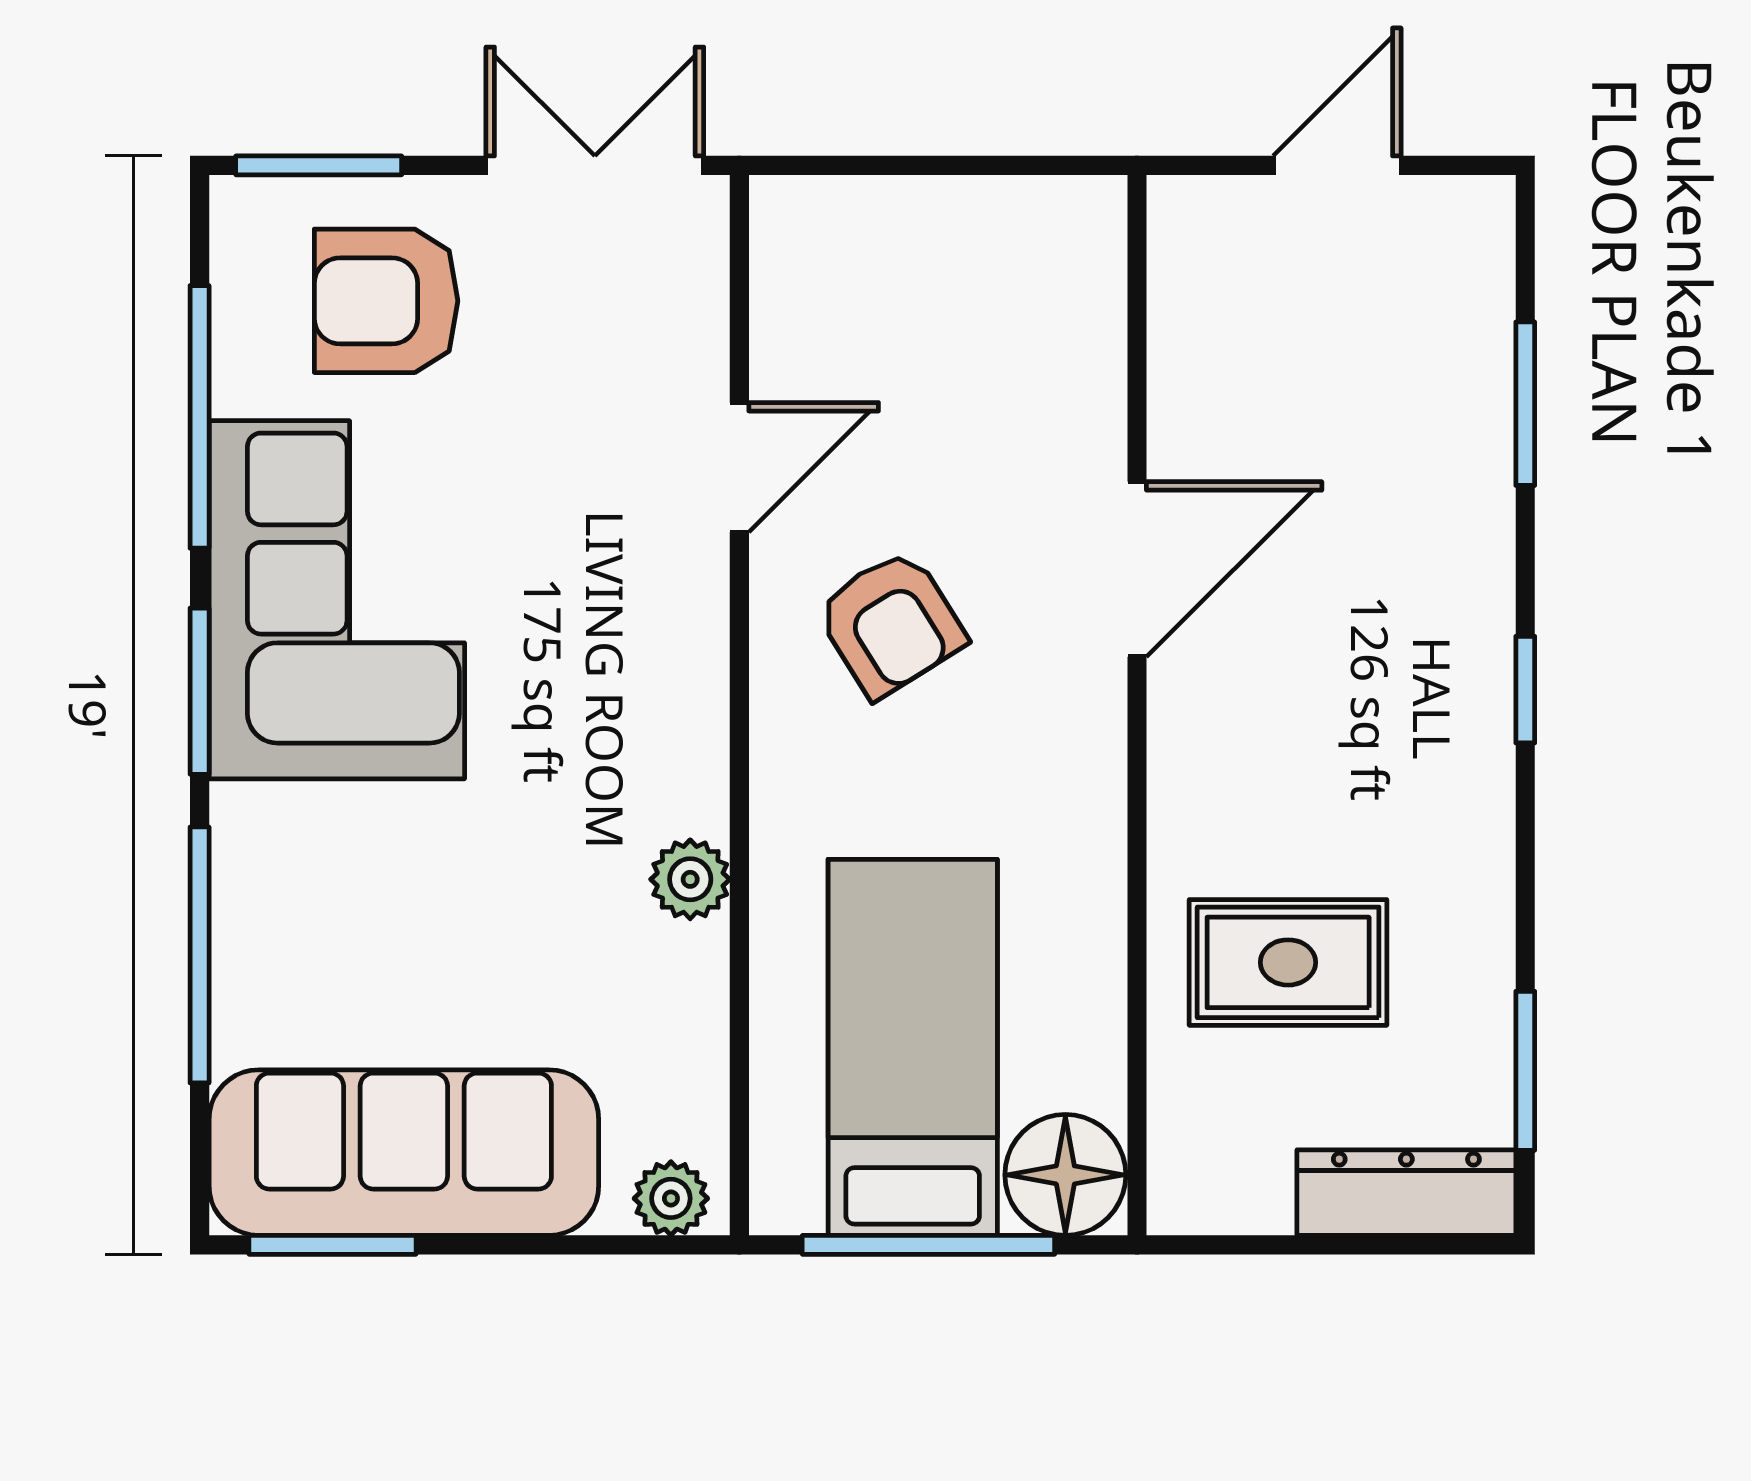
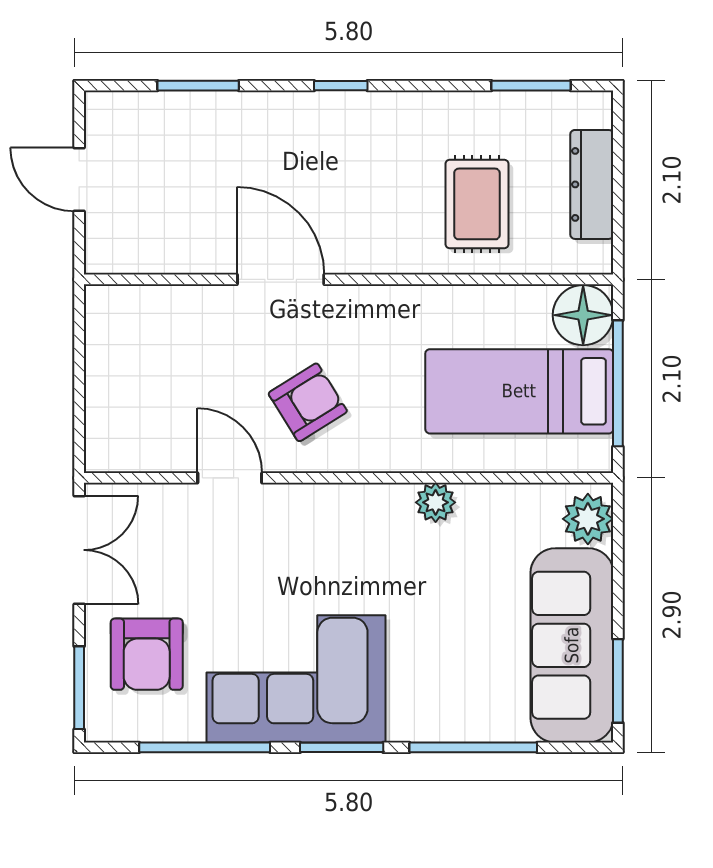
double door: (595, 165) -> (79, 550), swing flipped
dresser: (1406, 1193) -> (592, 184), moved
plant: (671, 1198) -> (588, 519), width x1.38, depth x1.38

